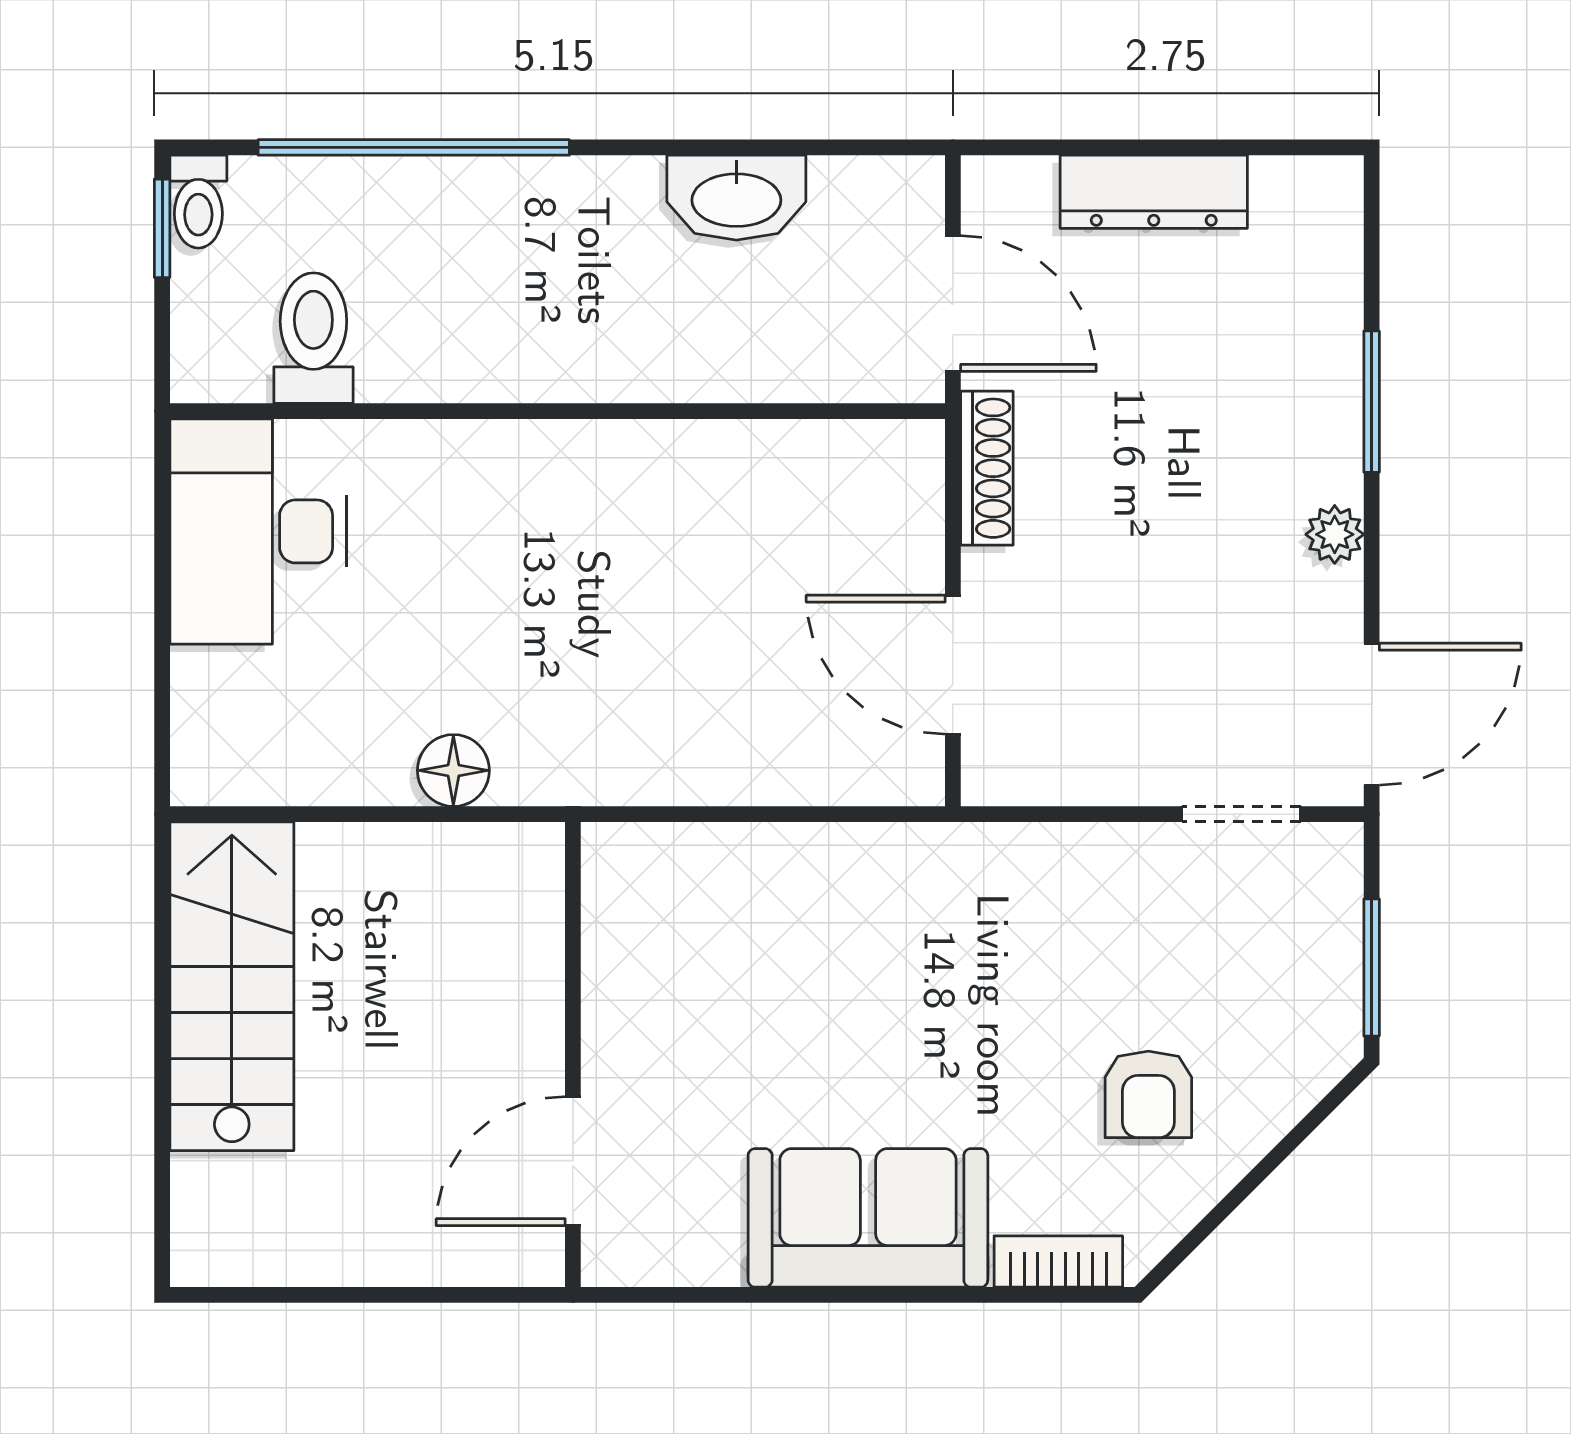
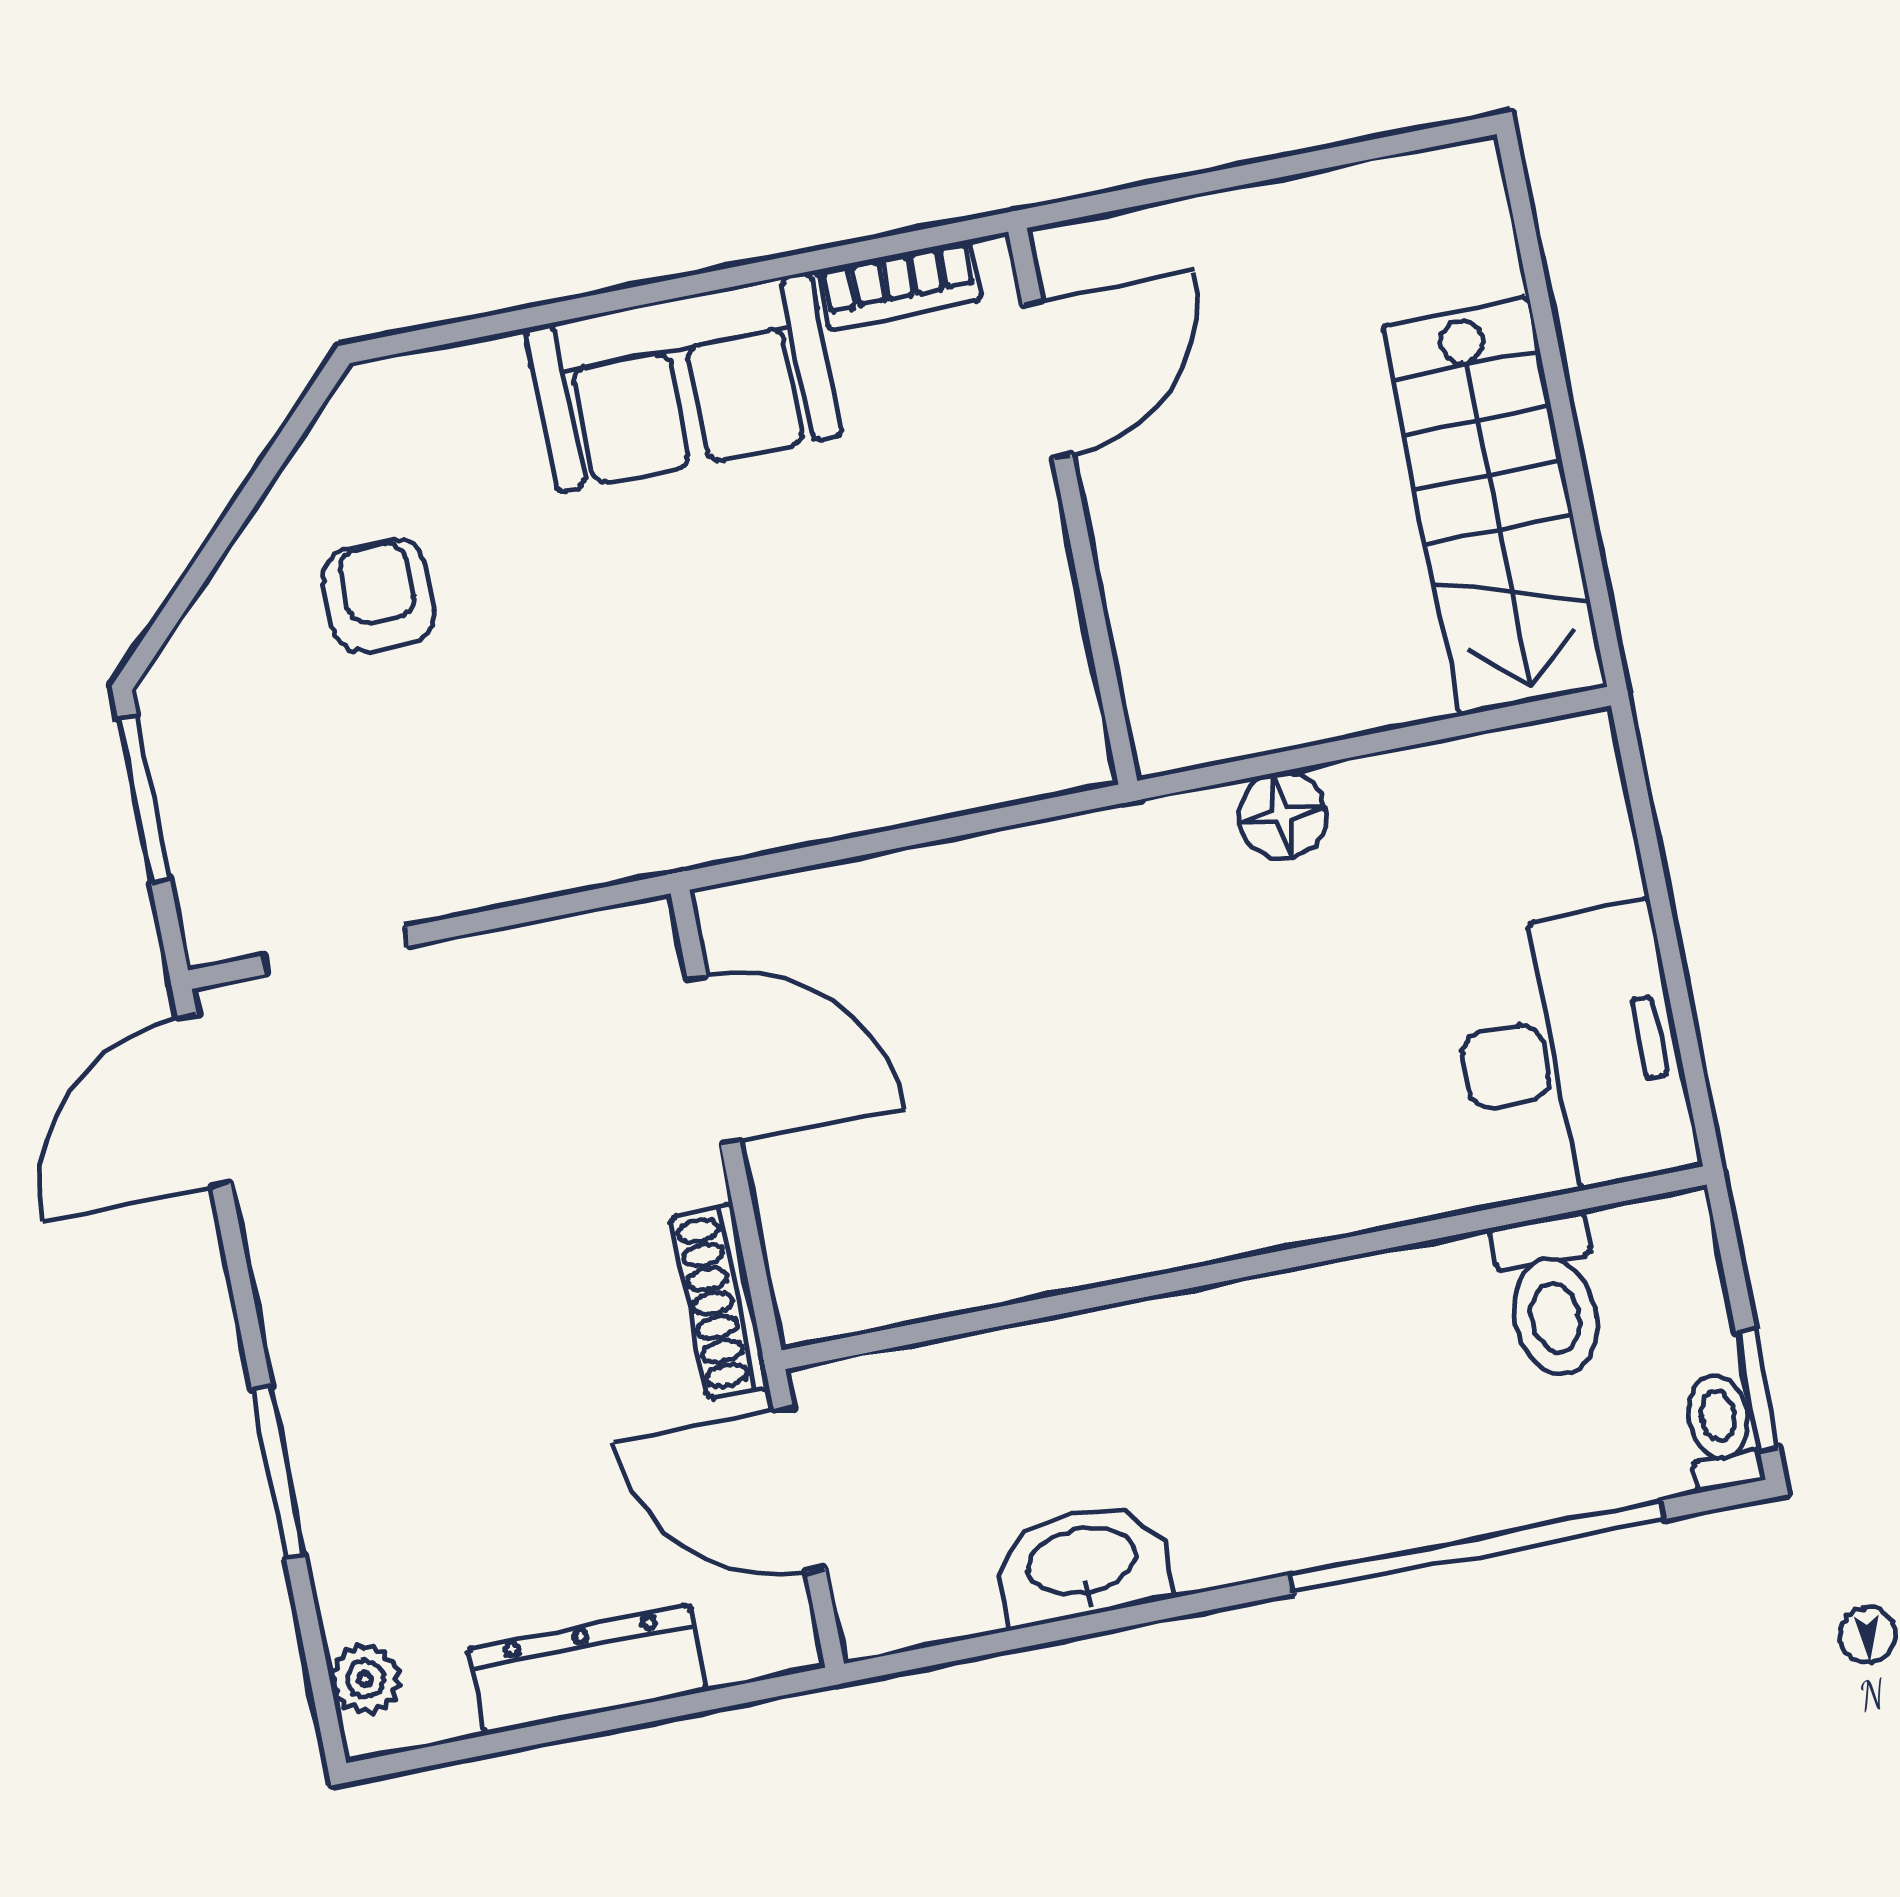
plant: (1335, 534) -> (365, 1679), moved
bookcase: (1058, 1261) -> (899, 285), moved

